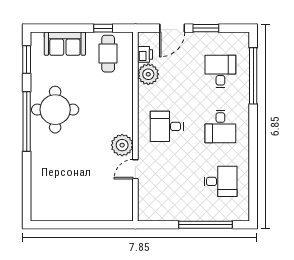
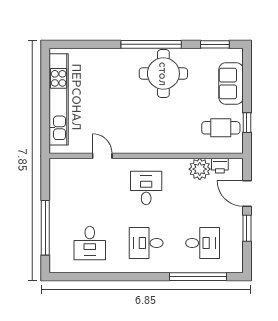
plant: (122, 145) -> (127, 142), removed
kitchen unit: (80, 212) -> (59, 99), added

